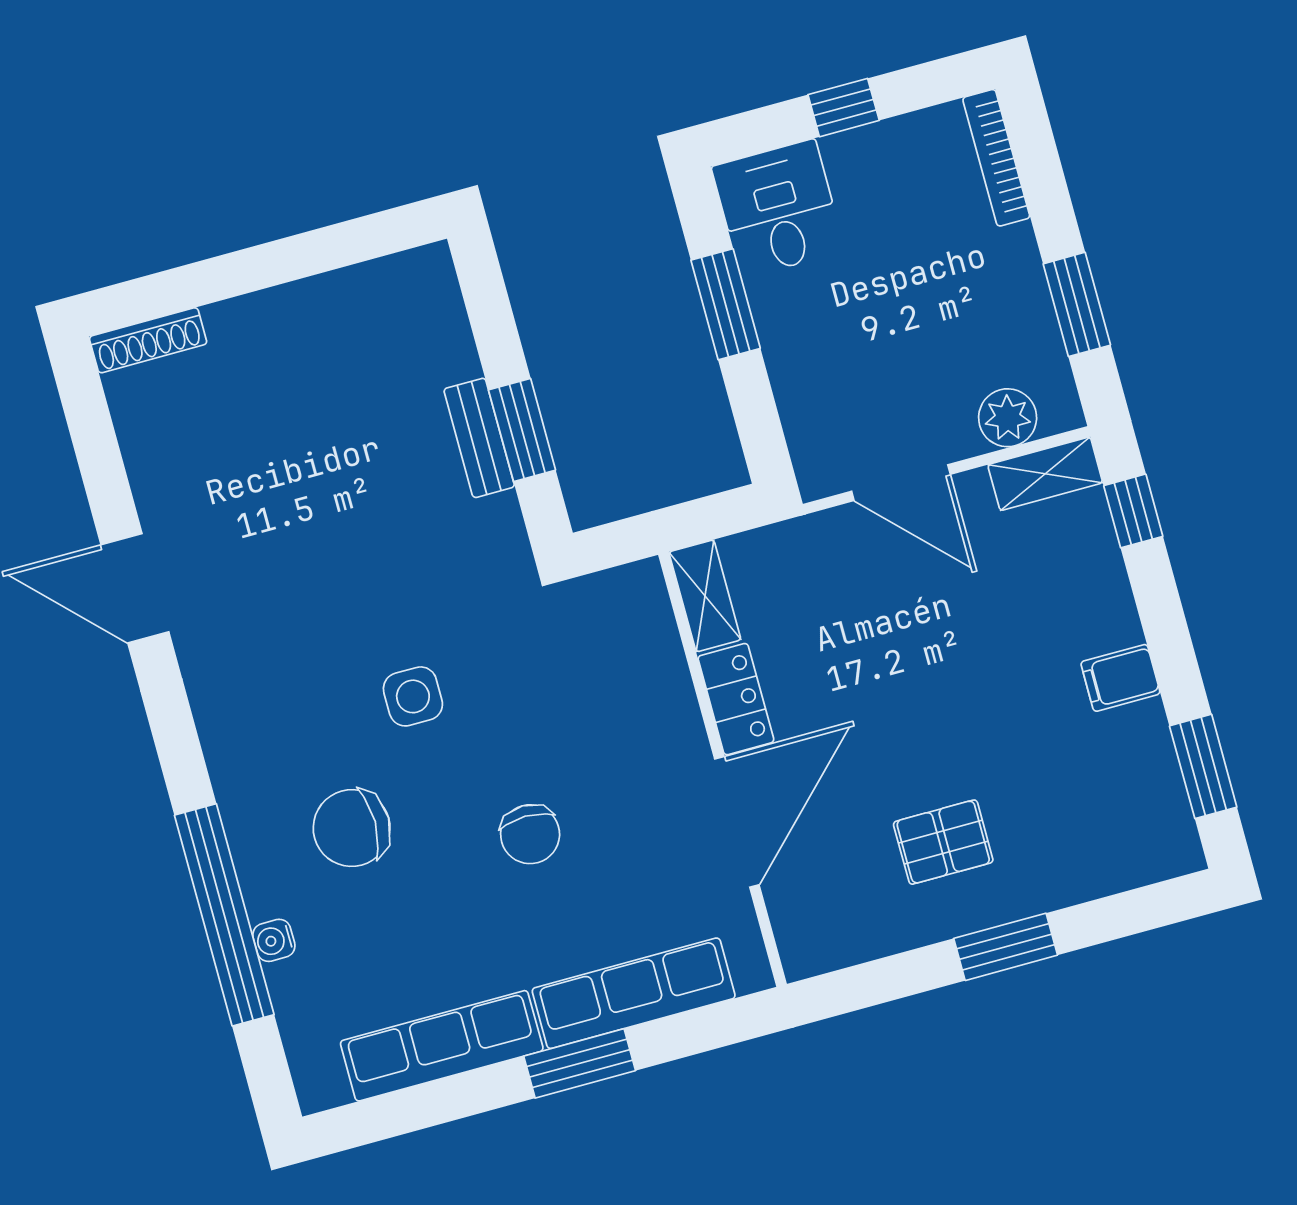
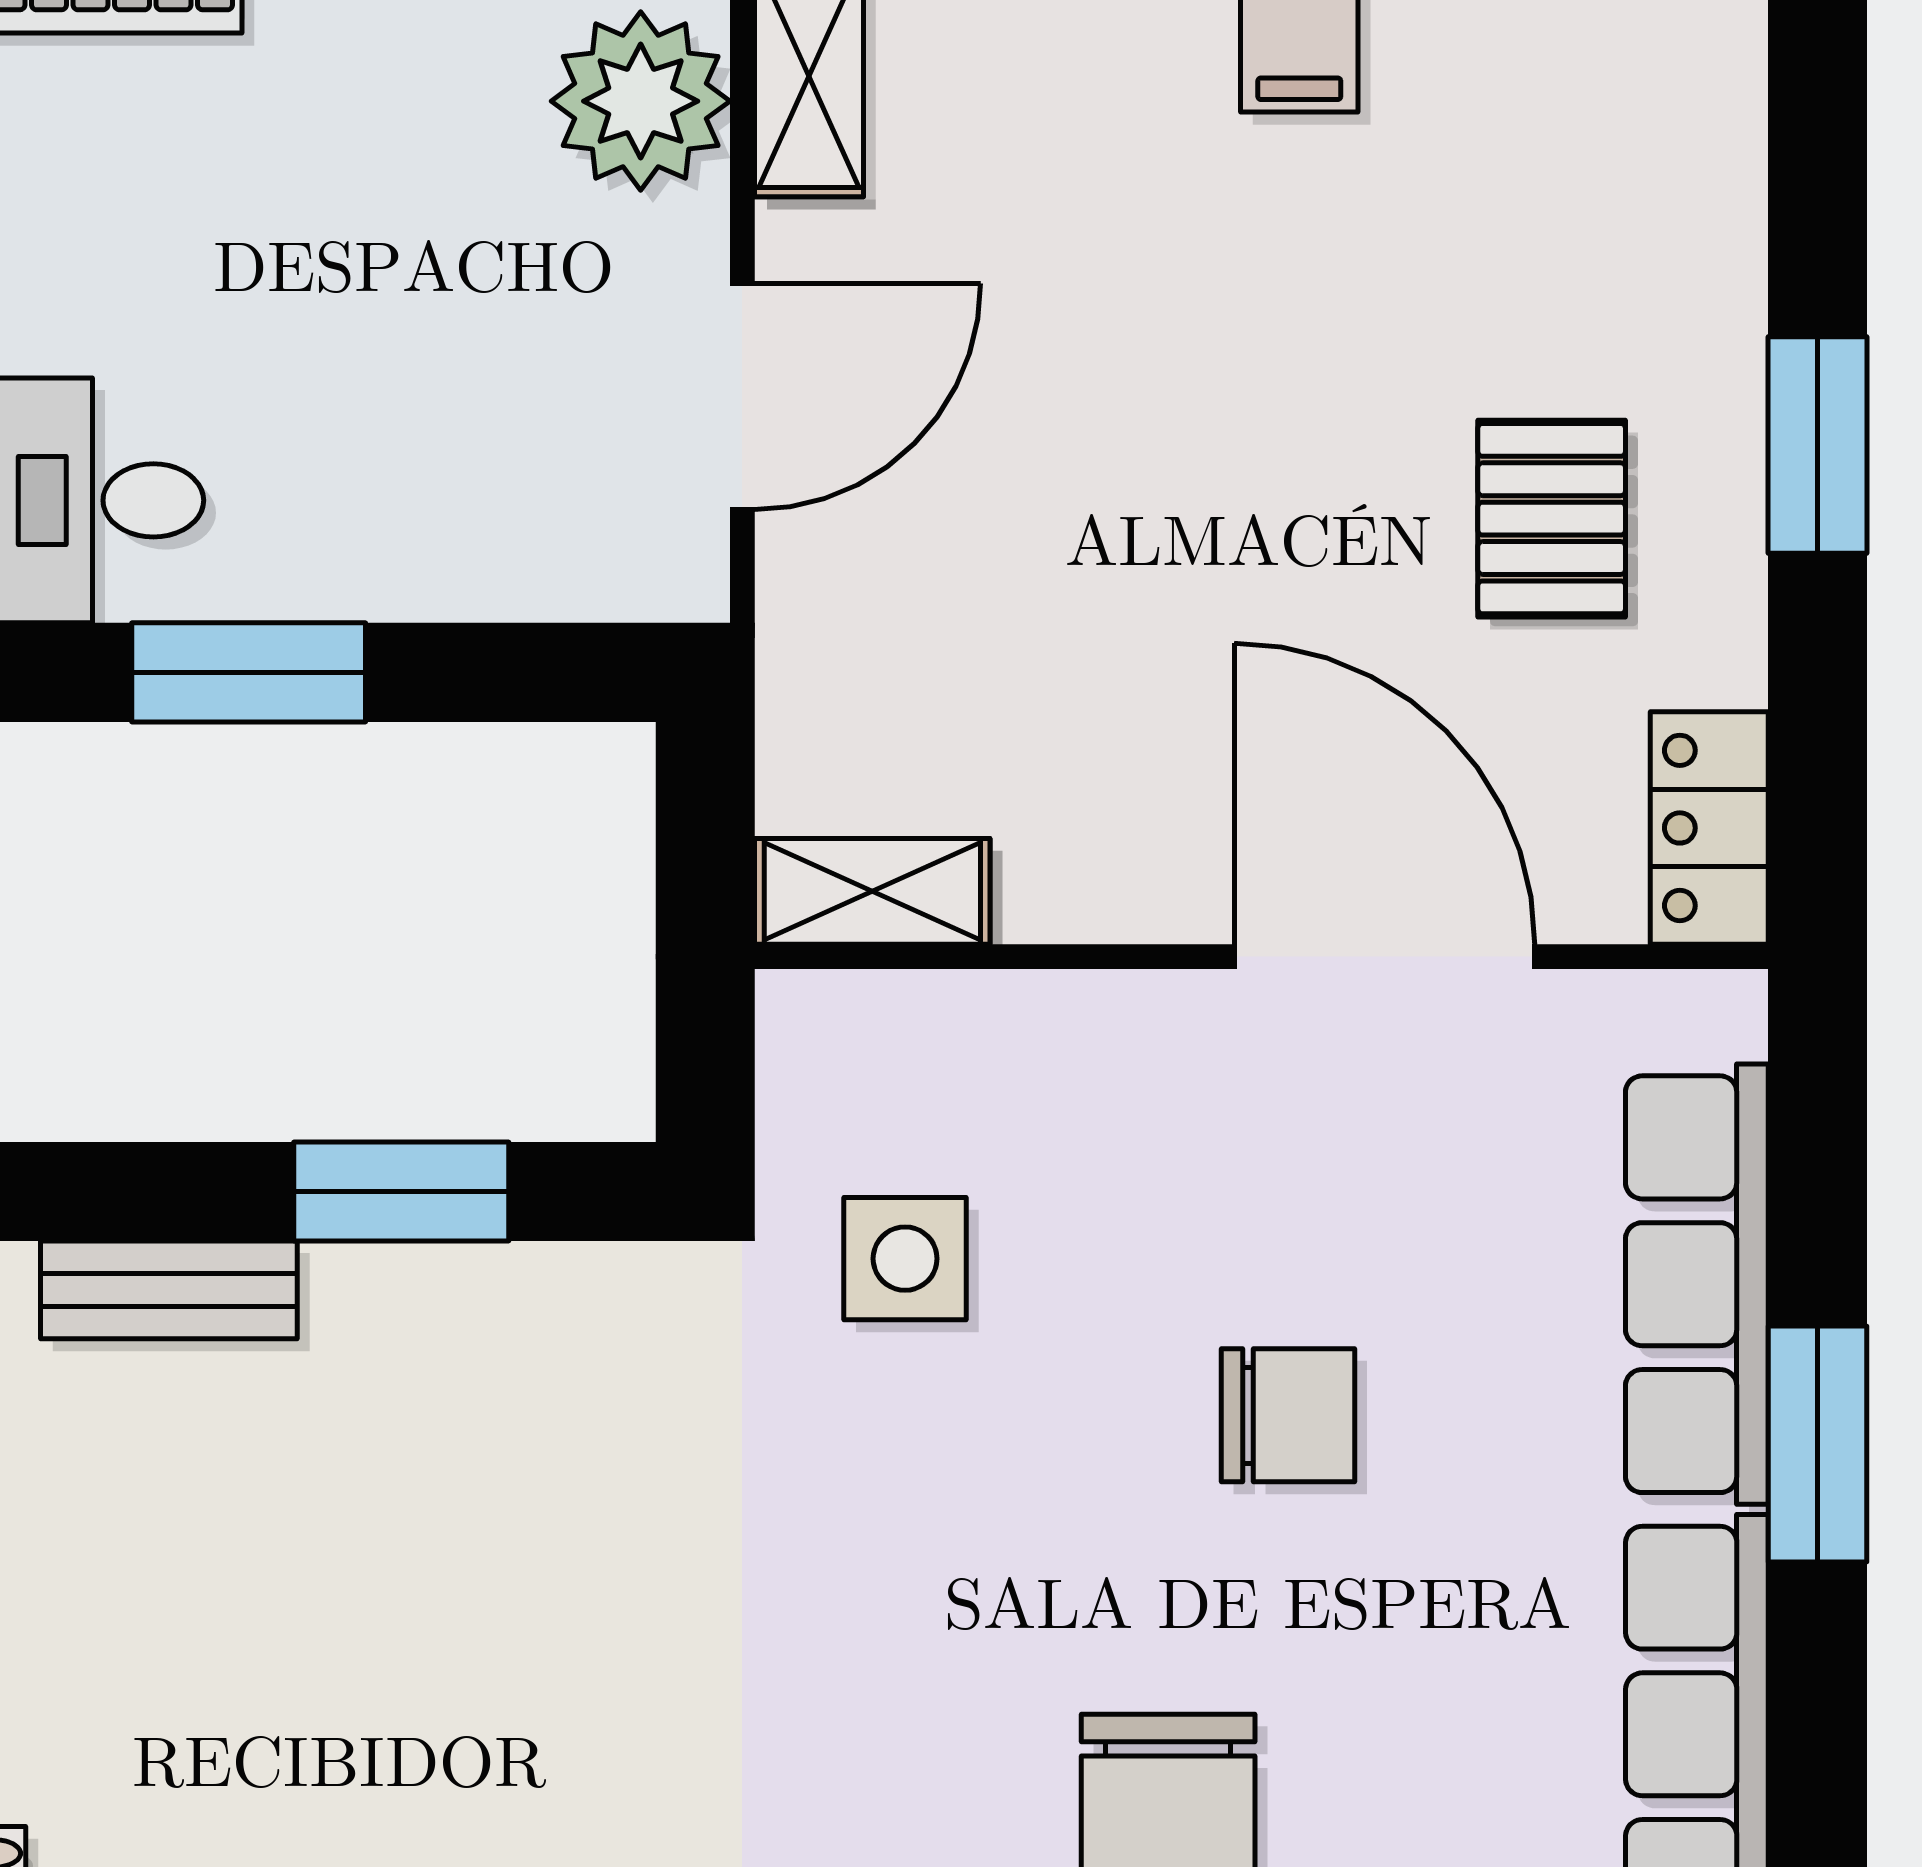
plant: (1008, 418) -> (641, 101), width x1.36, depth x1.36
bench: (479, 438) -> (169, 1290), moved
side table: (413, 696) -> (905, 1259), moved
locker: (736, 699) -> (1709, 828), moved, turned -90

